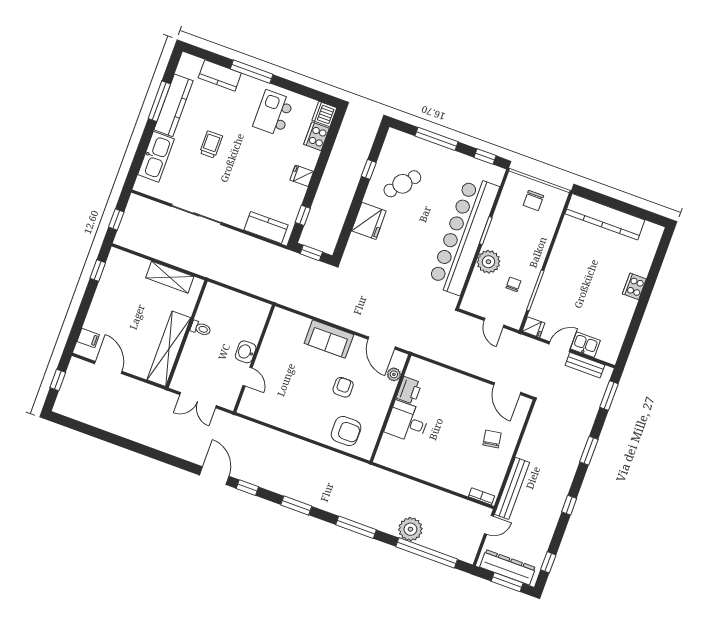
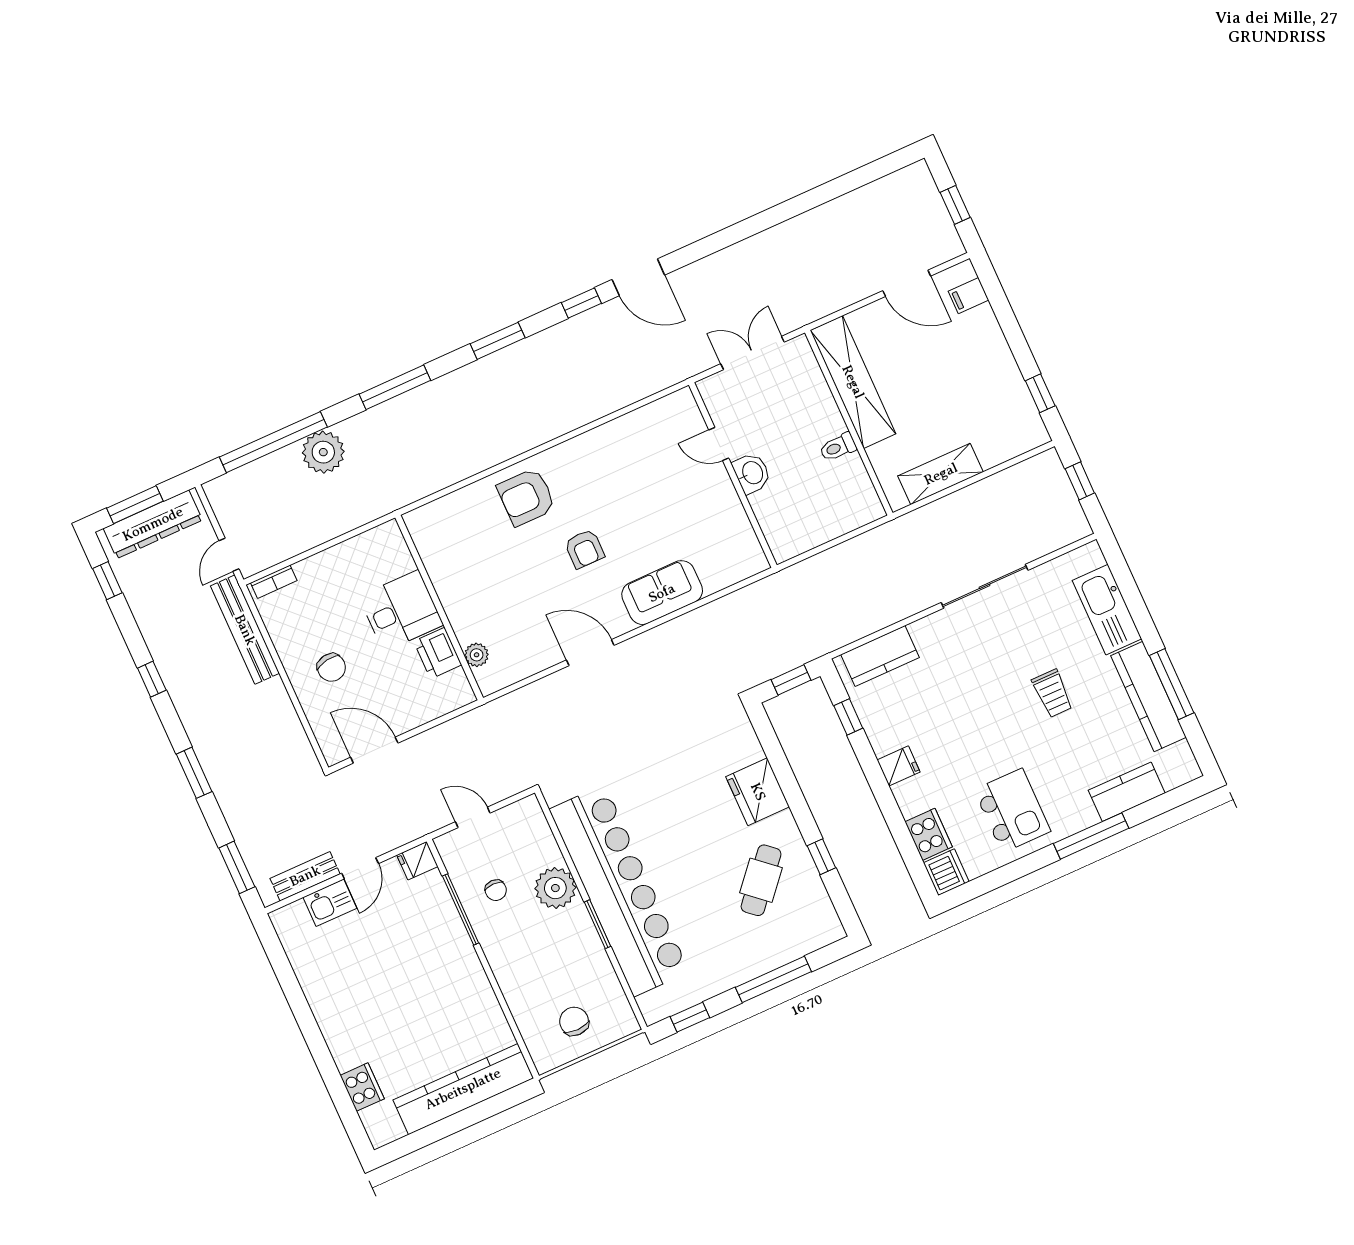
cooker: (634, 286) -> (362, 1087), moved
plant: (394, 374) -> (477, 655), moved
printer: (409, 390) -> (438, 653), moved
wall: (390, 408) -> (439, 608), moved
desk: (407, 422) -> (401, 611), moved

